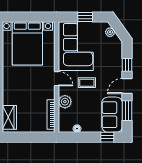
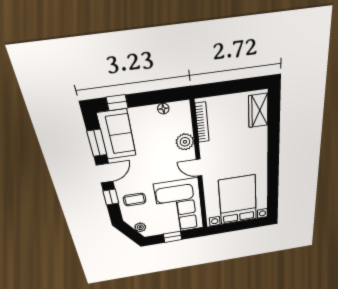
coffee table: (87, 83) -> (135, 200), moved

